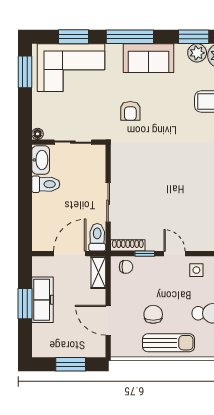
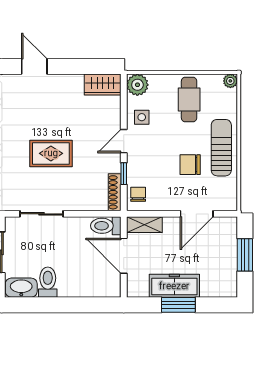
rug: (163, 187) -> (51, 153), added
sliding door: (108, 202) -> (42, 214), moved

